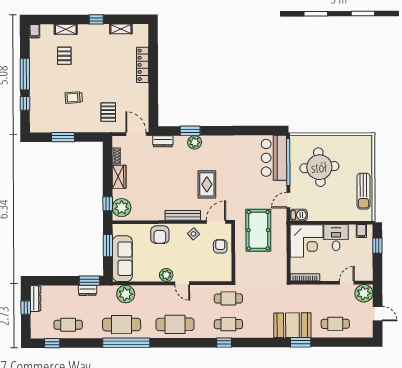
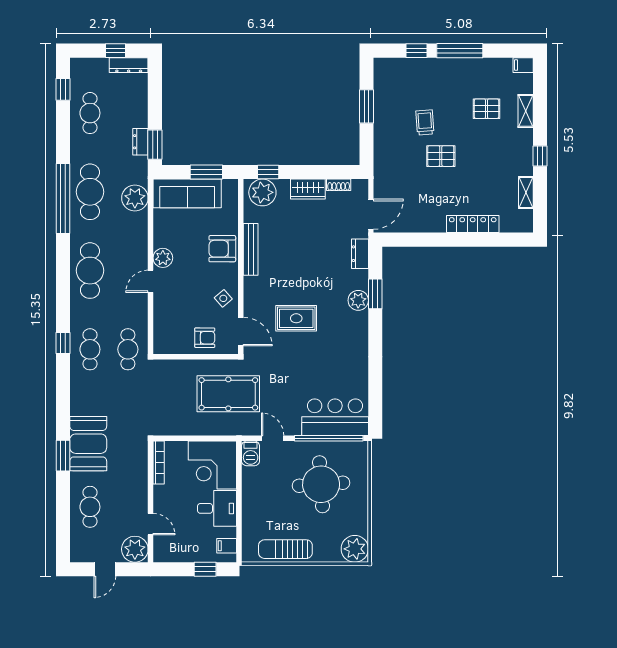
pallet: (108, 112) -> (441, 156), moved
plant: (363, 144) -> (355, 549), added
bench: (183, 215) -> (251, 249), moved

